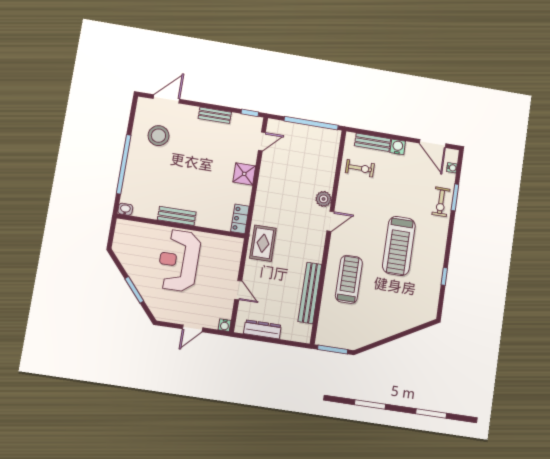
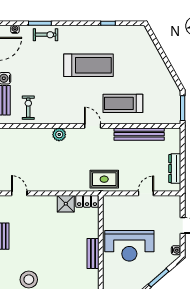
shower: (244, 174) -> (66, 204), moved
door: (330, 221) -> (93, 126), moved
water cooler: (225, 325) -> (176, 250), moved

